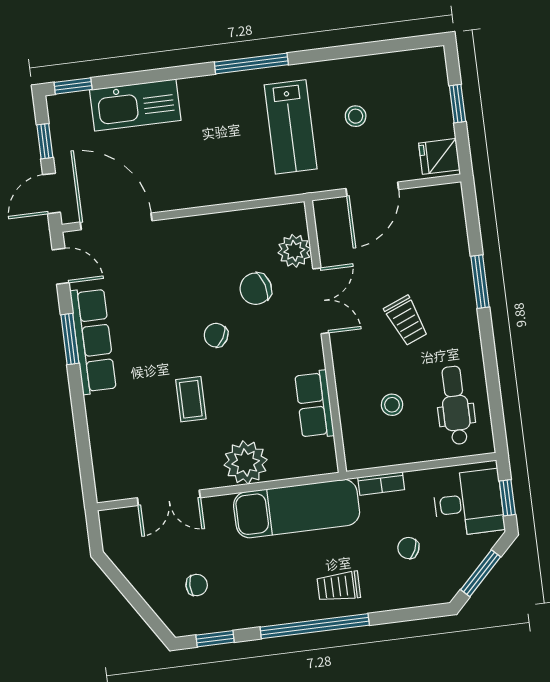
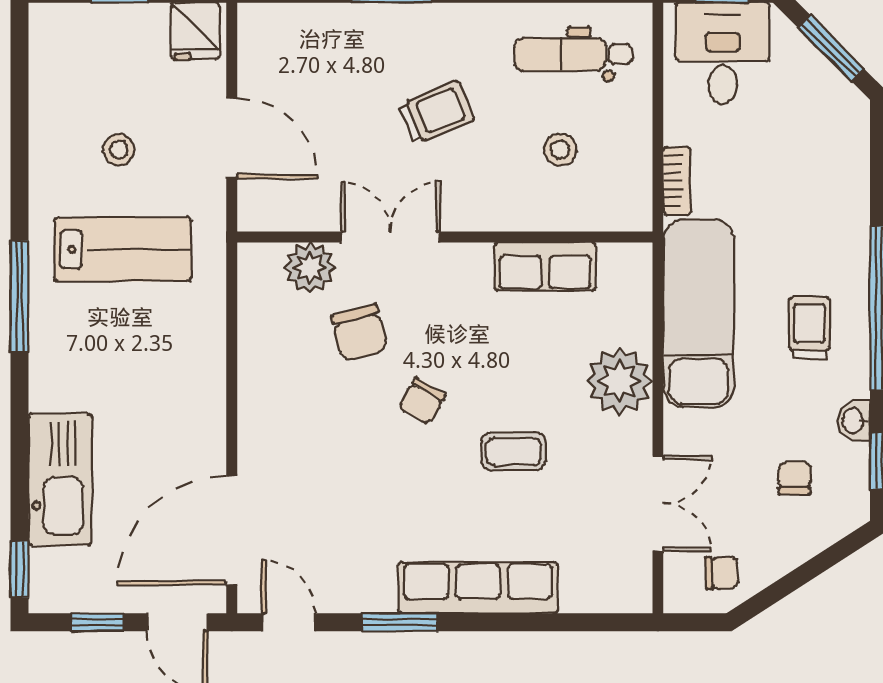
door: (61, 266) -> (289, 622), hinge flipped
row of seats: (93, 341) -> (478, 588), moved
chair: (408, 548) -> (721, 573), moved, turned -116
trolley: (339, 587) -> (809, 328), moved, turned 180
washbasin: (239, 619) -> (854, 421), added

